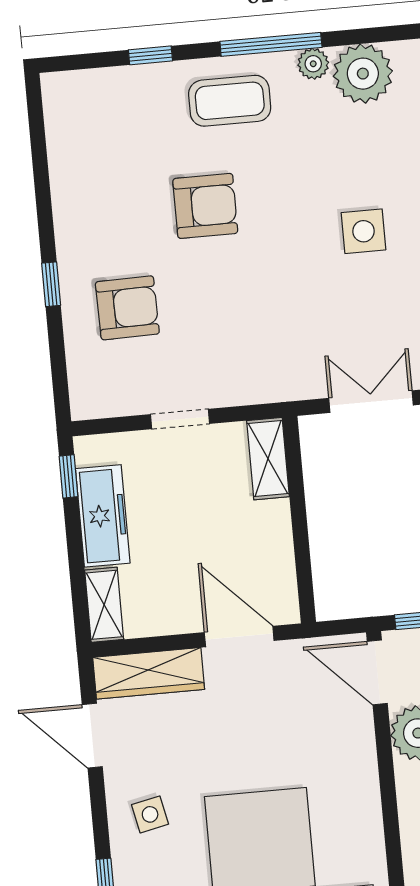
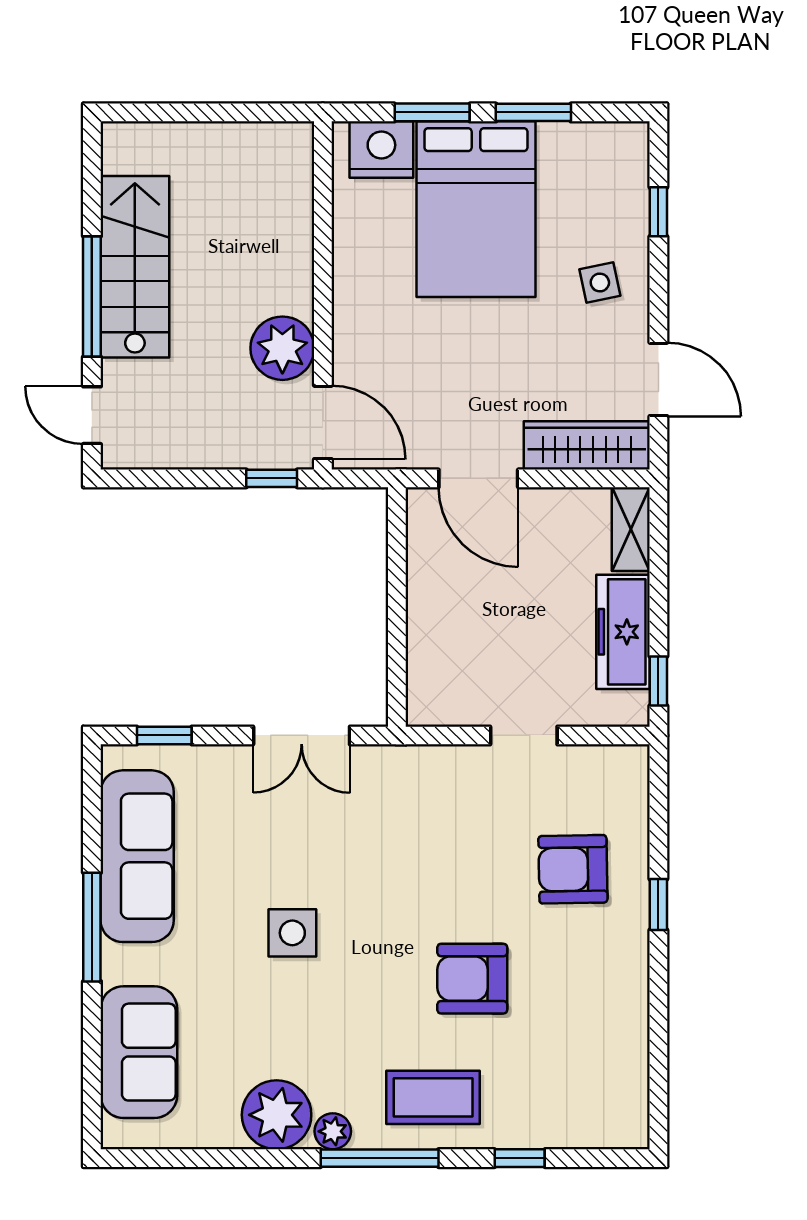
shelving: (268, 459) -> (426, 681), removed

